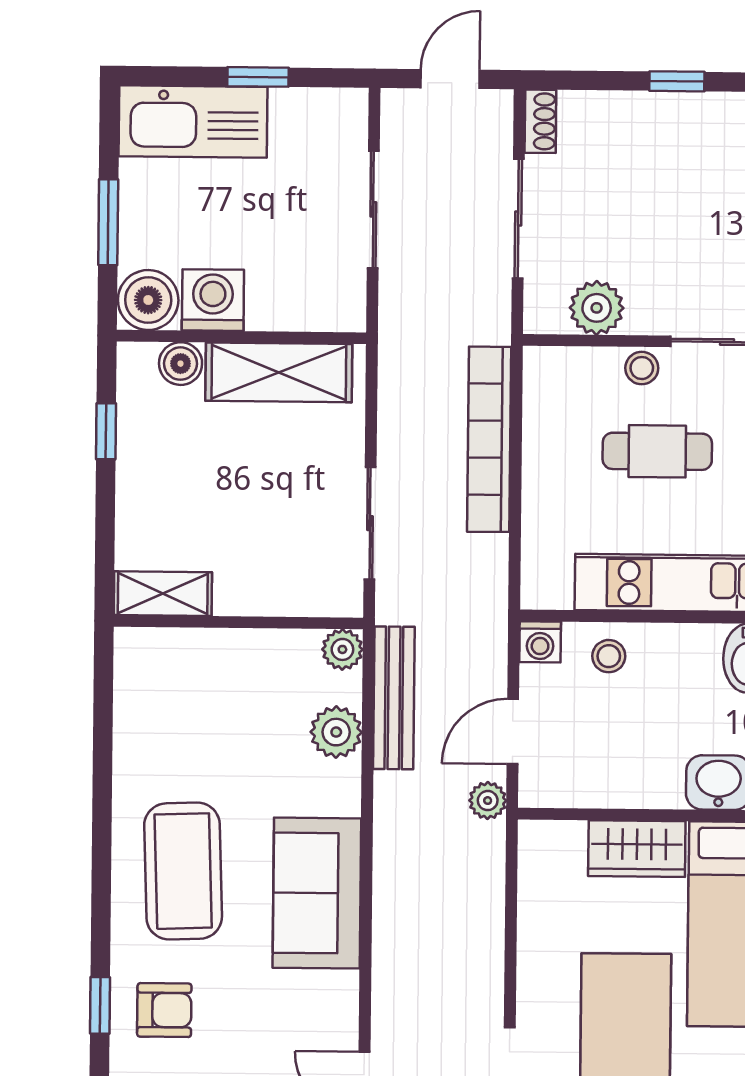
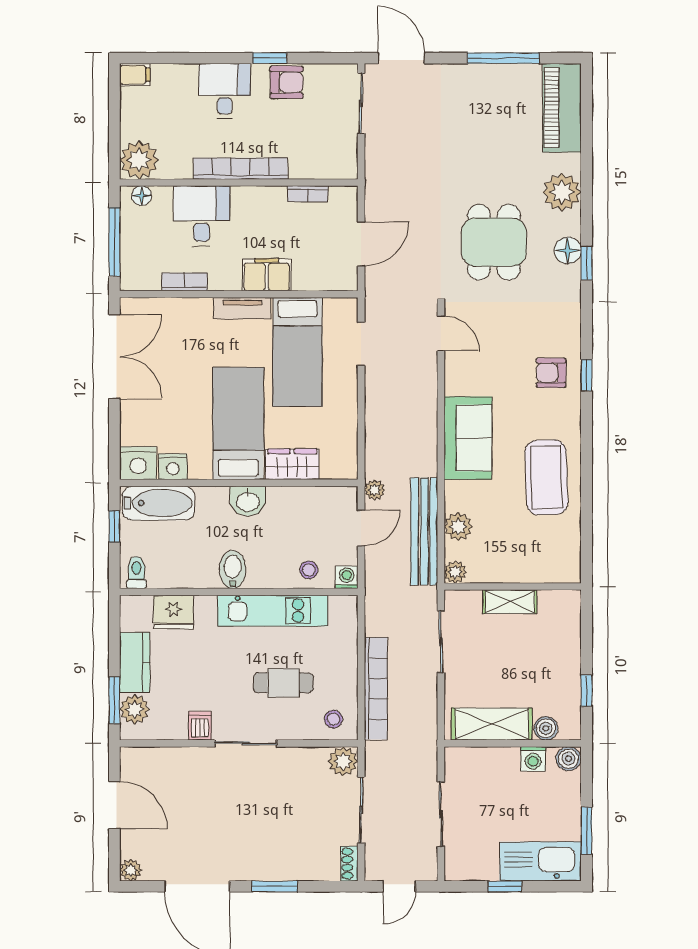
window: (677, 81) -> (275, 886), width x1.50
window: (108, 222) -> (586, 831), moved
boiler: (148, 300) -> (568, 759), width x0.73, depth x0.73
washing machine: (213, 300) -> (533, 759), width x0.73, depth x0.73
plant: (597, 308) -> (343, 761), moved
stool: (642, 368) -> (333, 719), moved
shelving: (163, 594) -> (510, 602), moved
bench: (394, 698) -> (424, 531), width x1.37, depth x1.21
coffee table: (183, 871) -> (546, 477), moved

